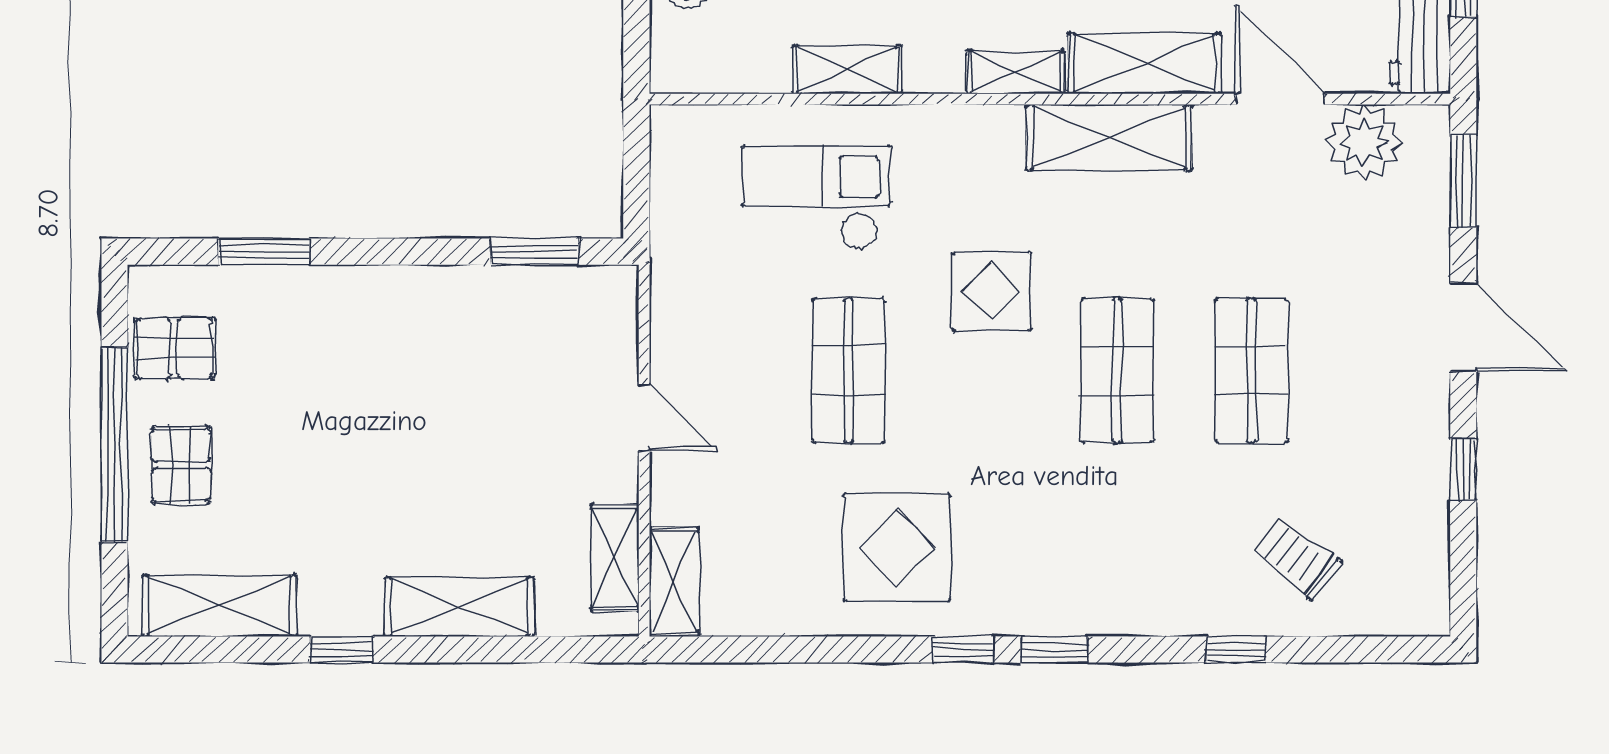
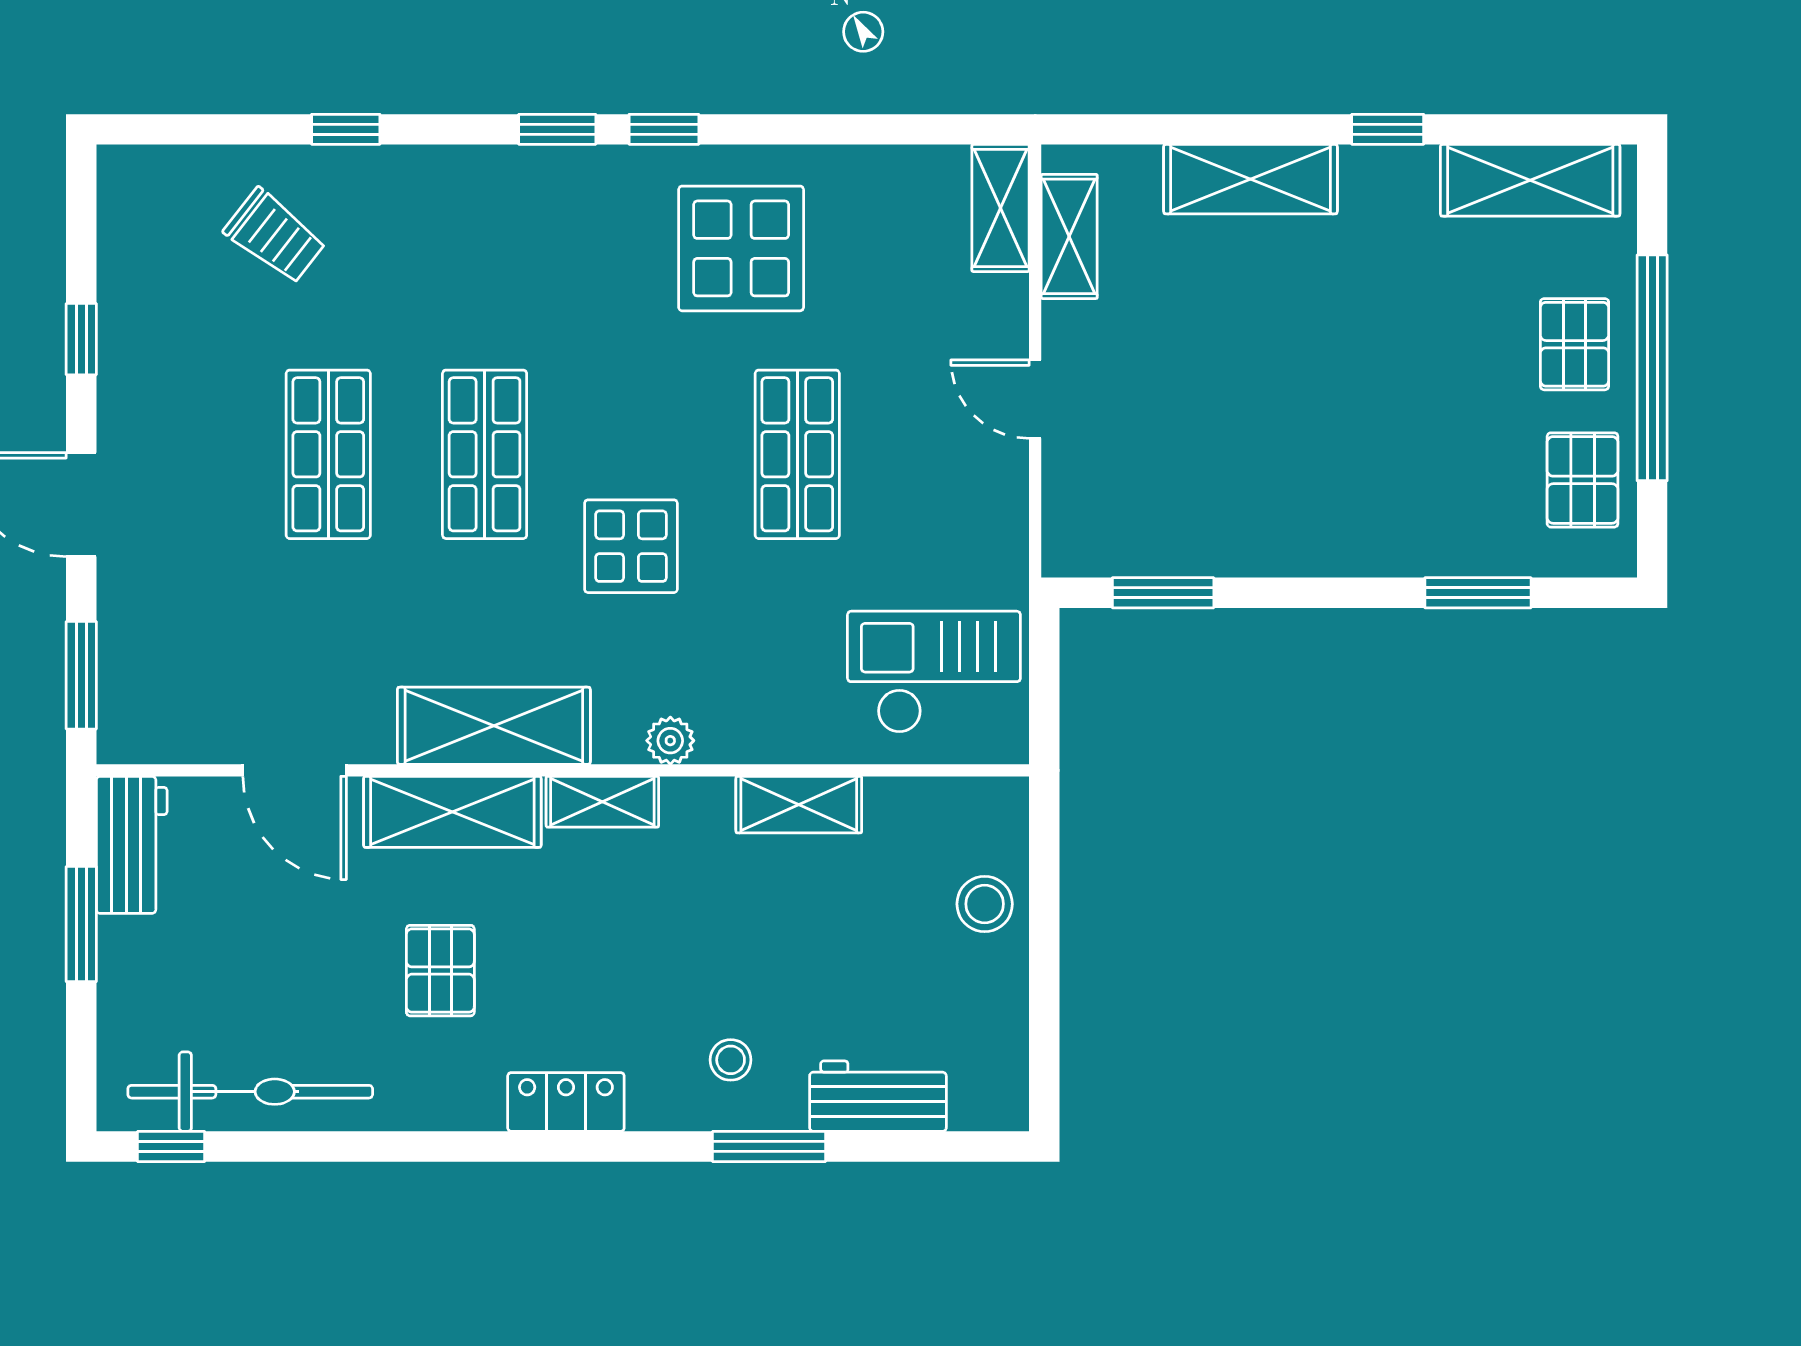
plant: (1364, 142) -> (670, 741), moved, width x0.53, depth x0.53
checkout: (816, 198) -> (934, 672), moved, turned 180
pallet: (174, 348) -> (1583, 480), turned 90

